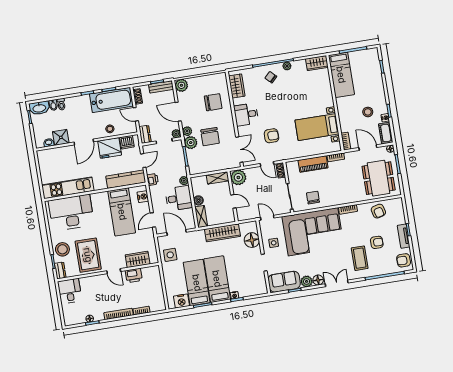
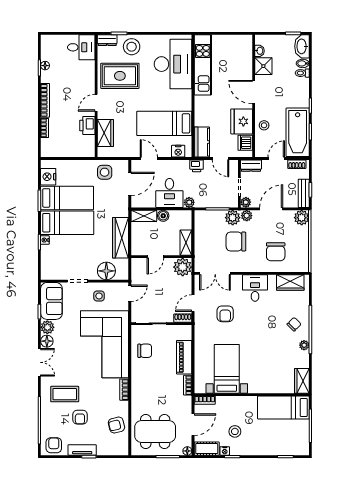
kitchen counter: (126, 179) -> (202, 142), width x0.67

